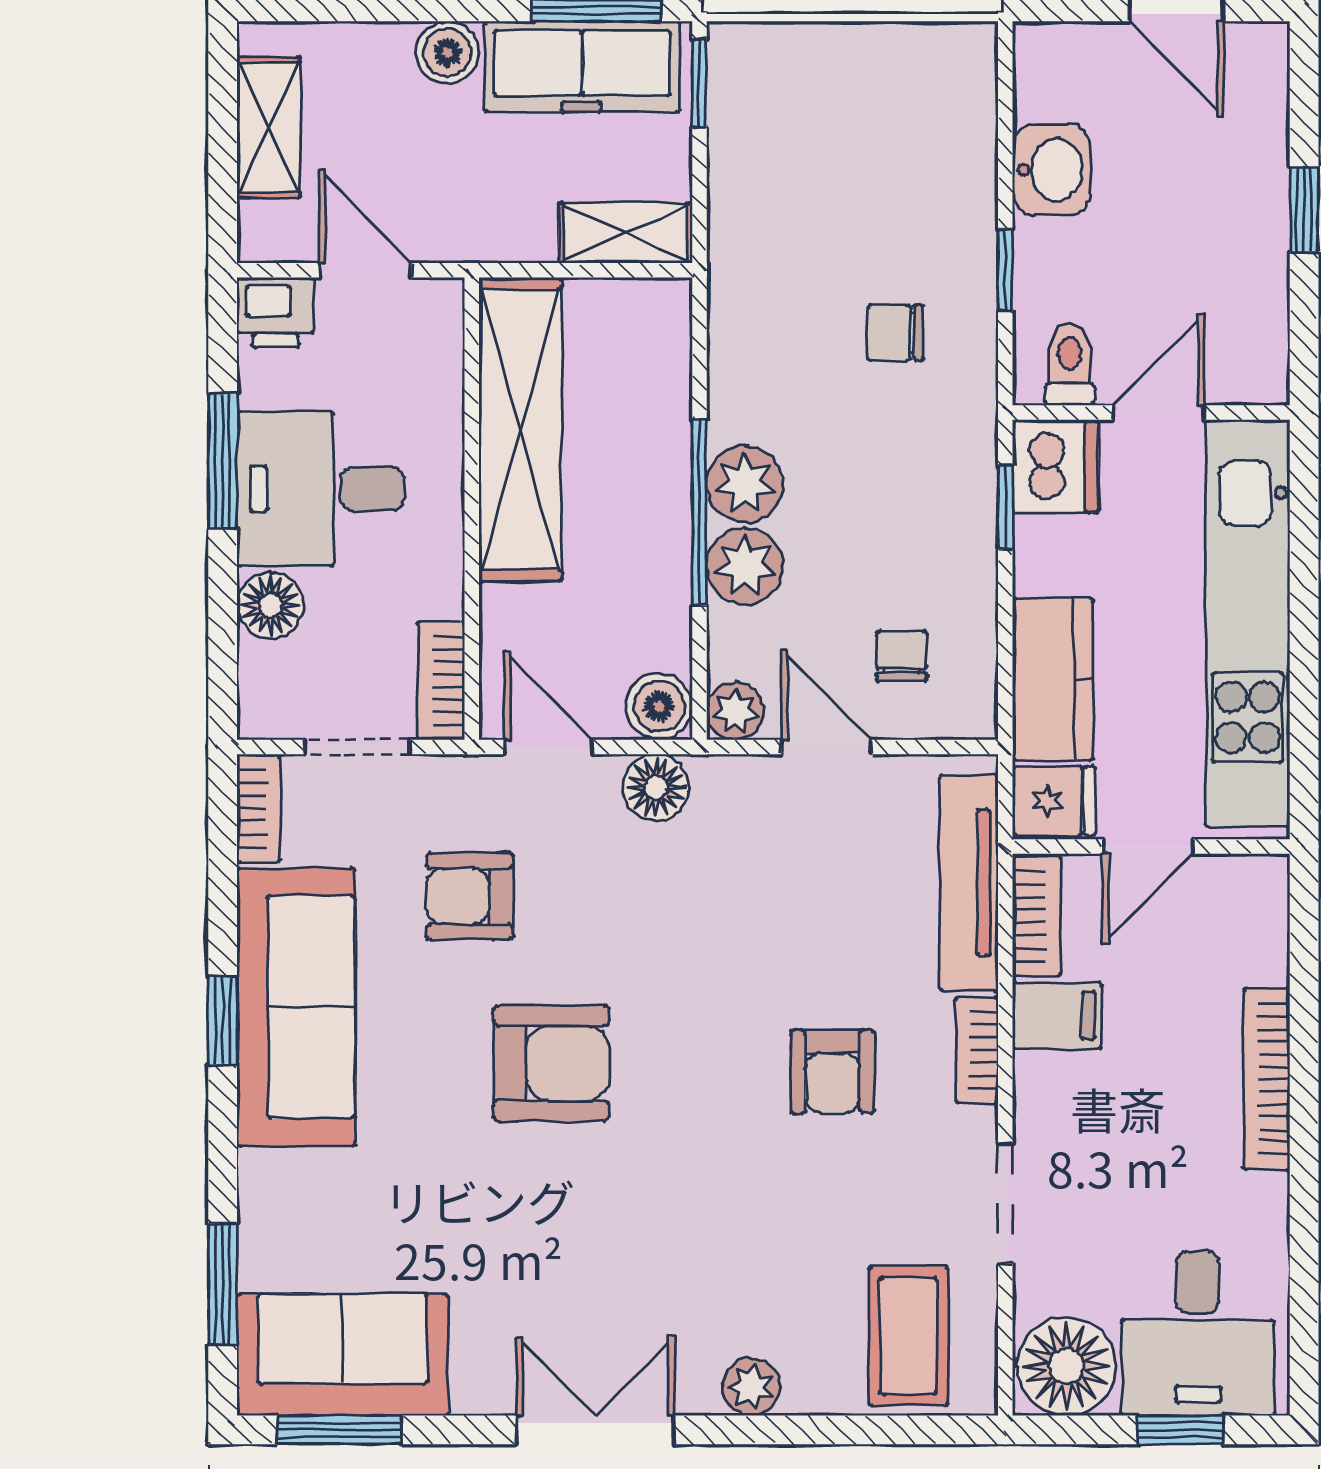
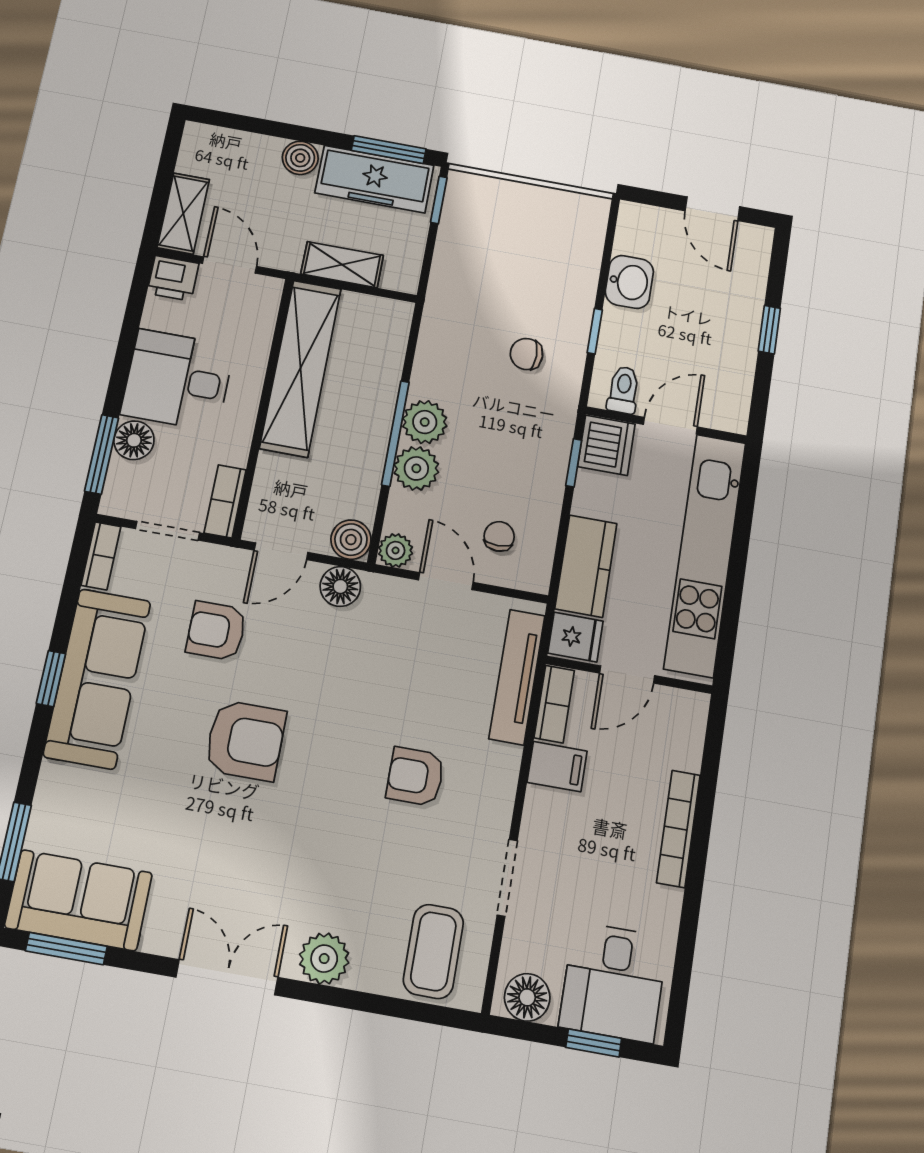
shelving: (269, 127) -> (183, 213), moved
shelving: (625, 233) -> (342, 265), moved
window: (223, 461) -> (102, 454), moved
door: (549, 747) -> (281, 551), swing flipped
bookcase: (977, 1050) -> (505, 779), removed
armchair: (833, 1072) -> (415, 777), turned 90
floor lamp: (1066, 1366) -> (527, 997), width x0.73, depth x0.73
plant: (751, 1387) -> (324, 959), width x1.38, depth x1.38

